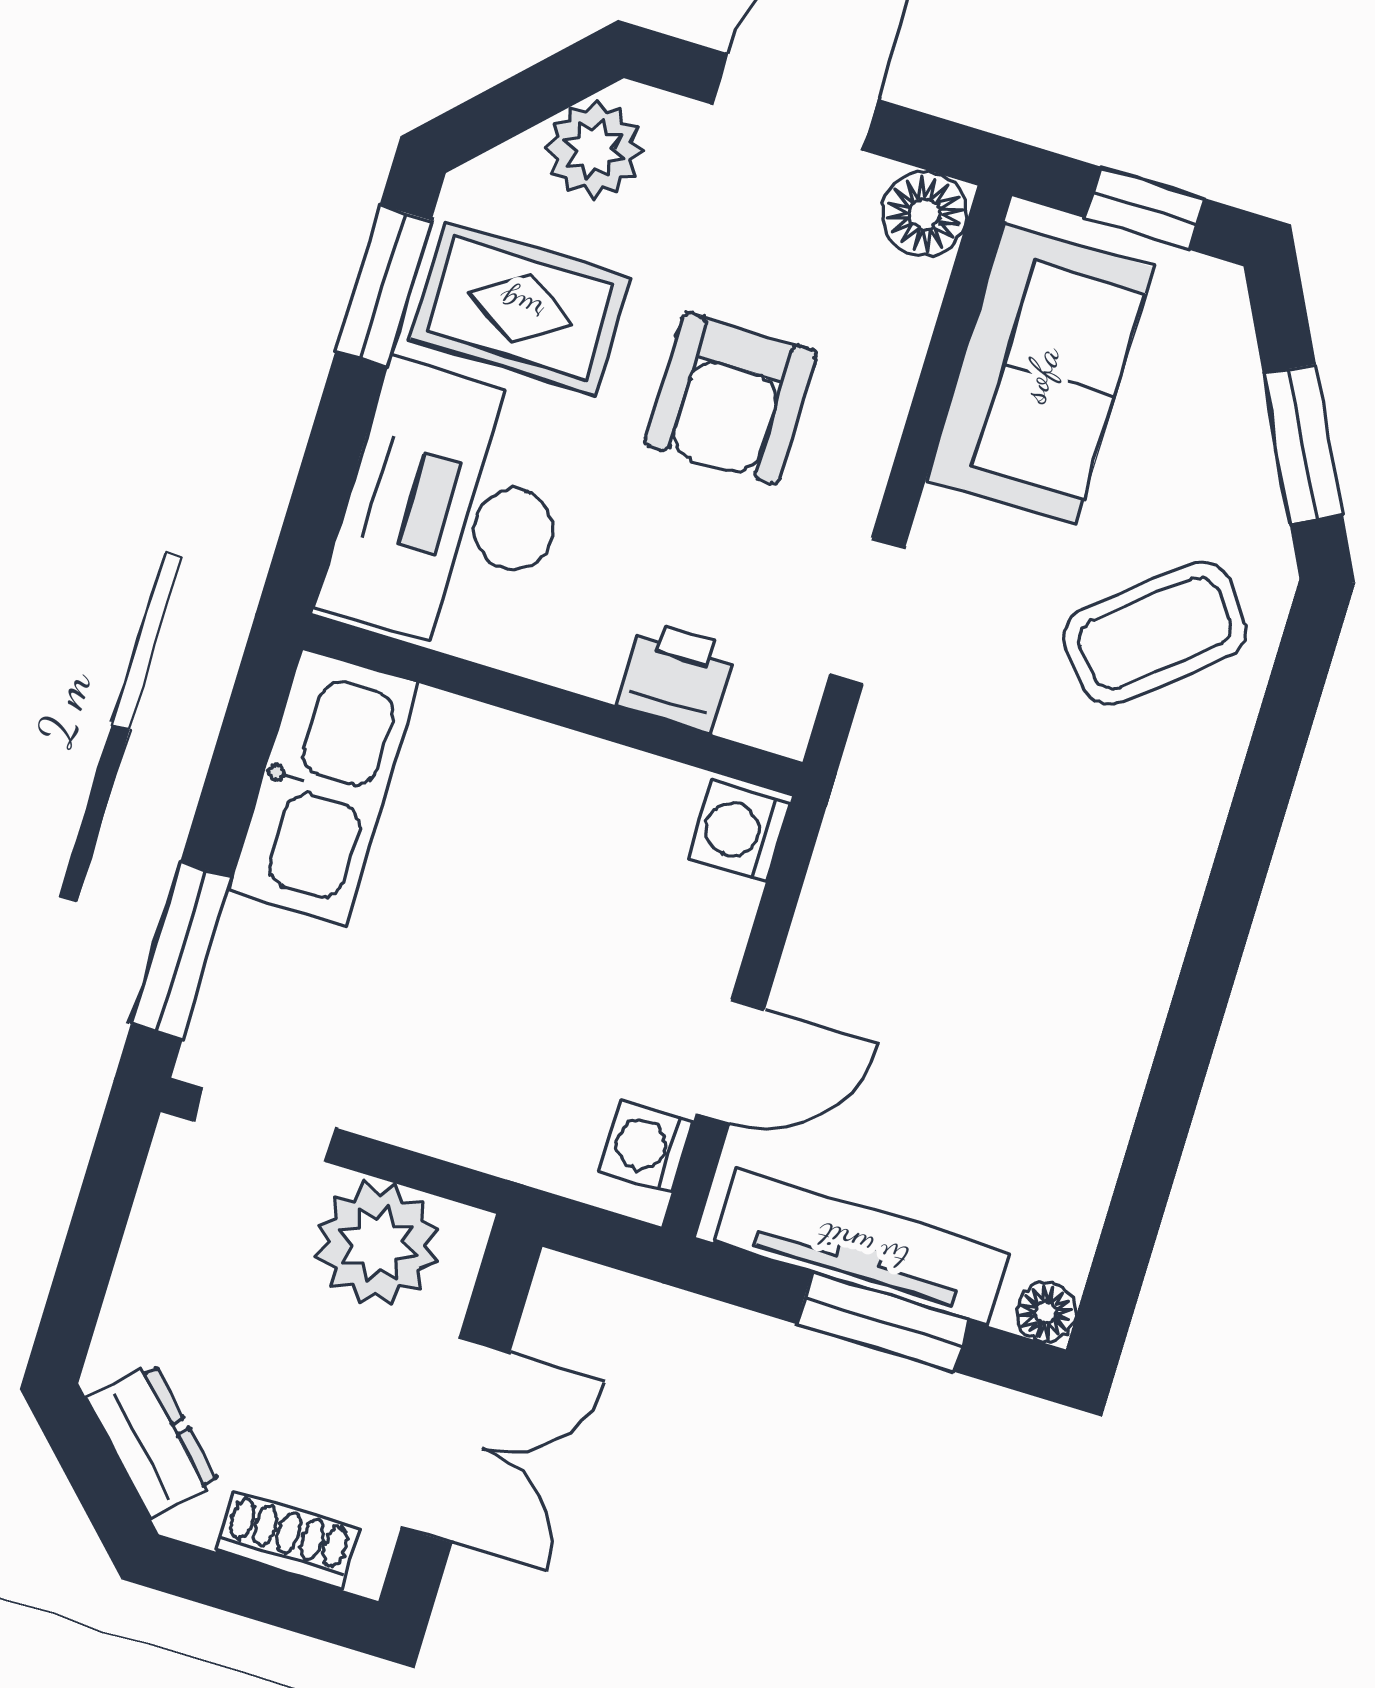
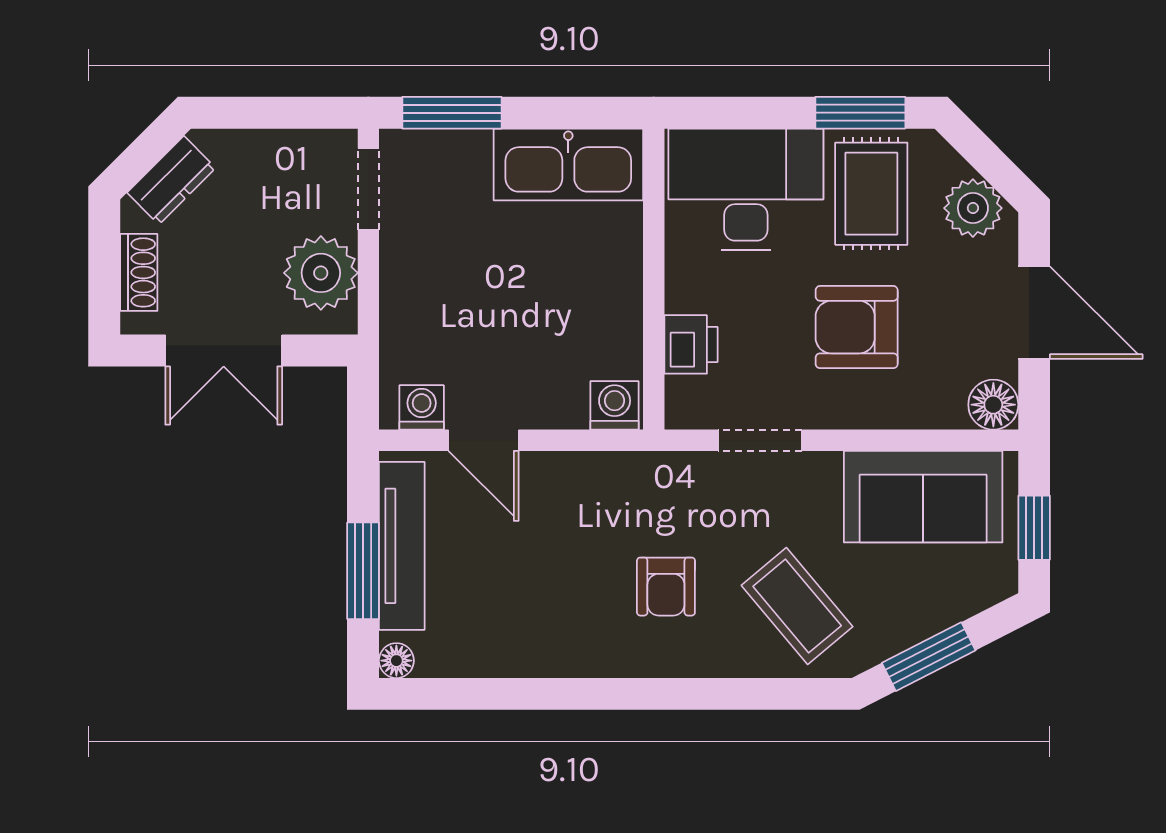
armchair: (1059, 837) -> (666, 587), added

